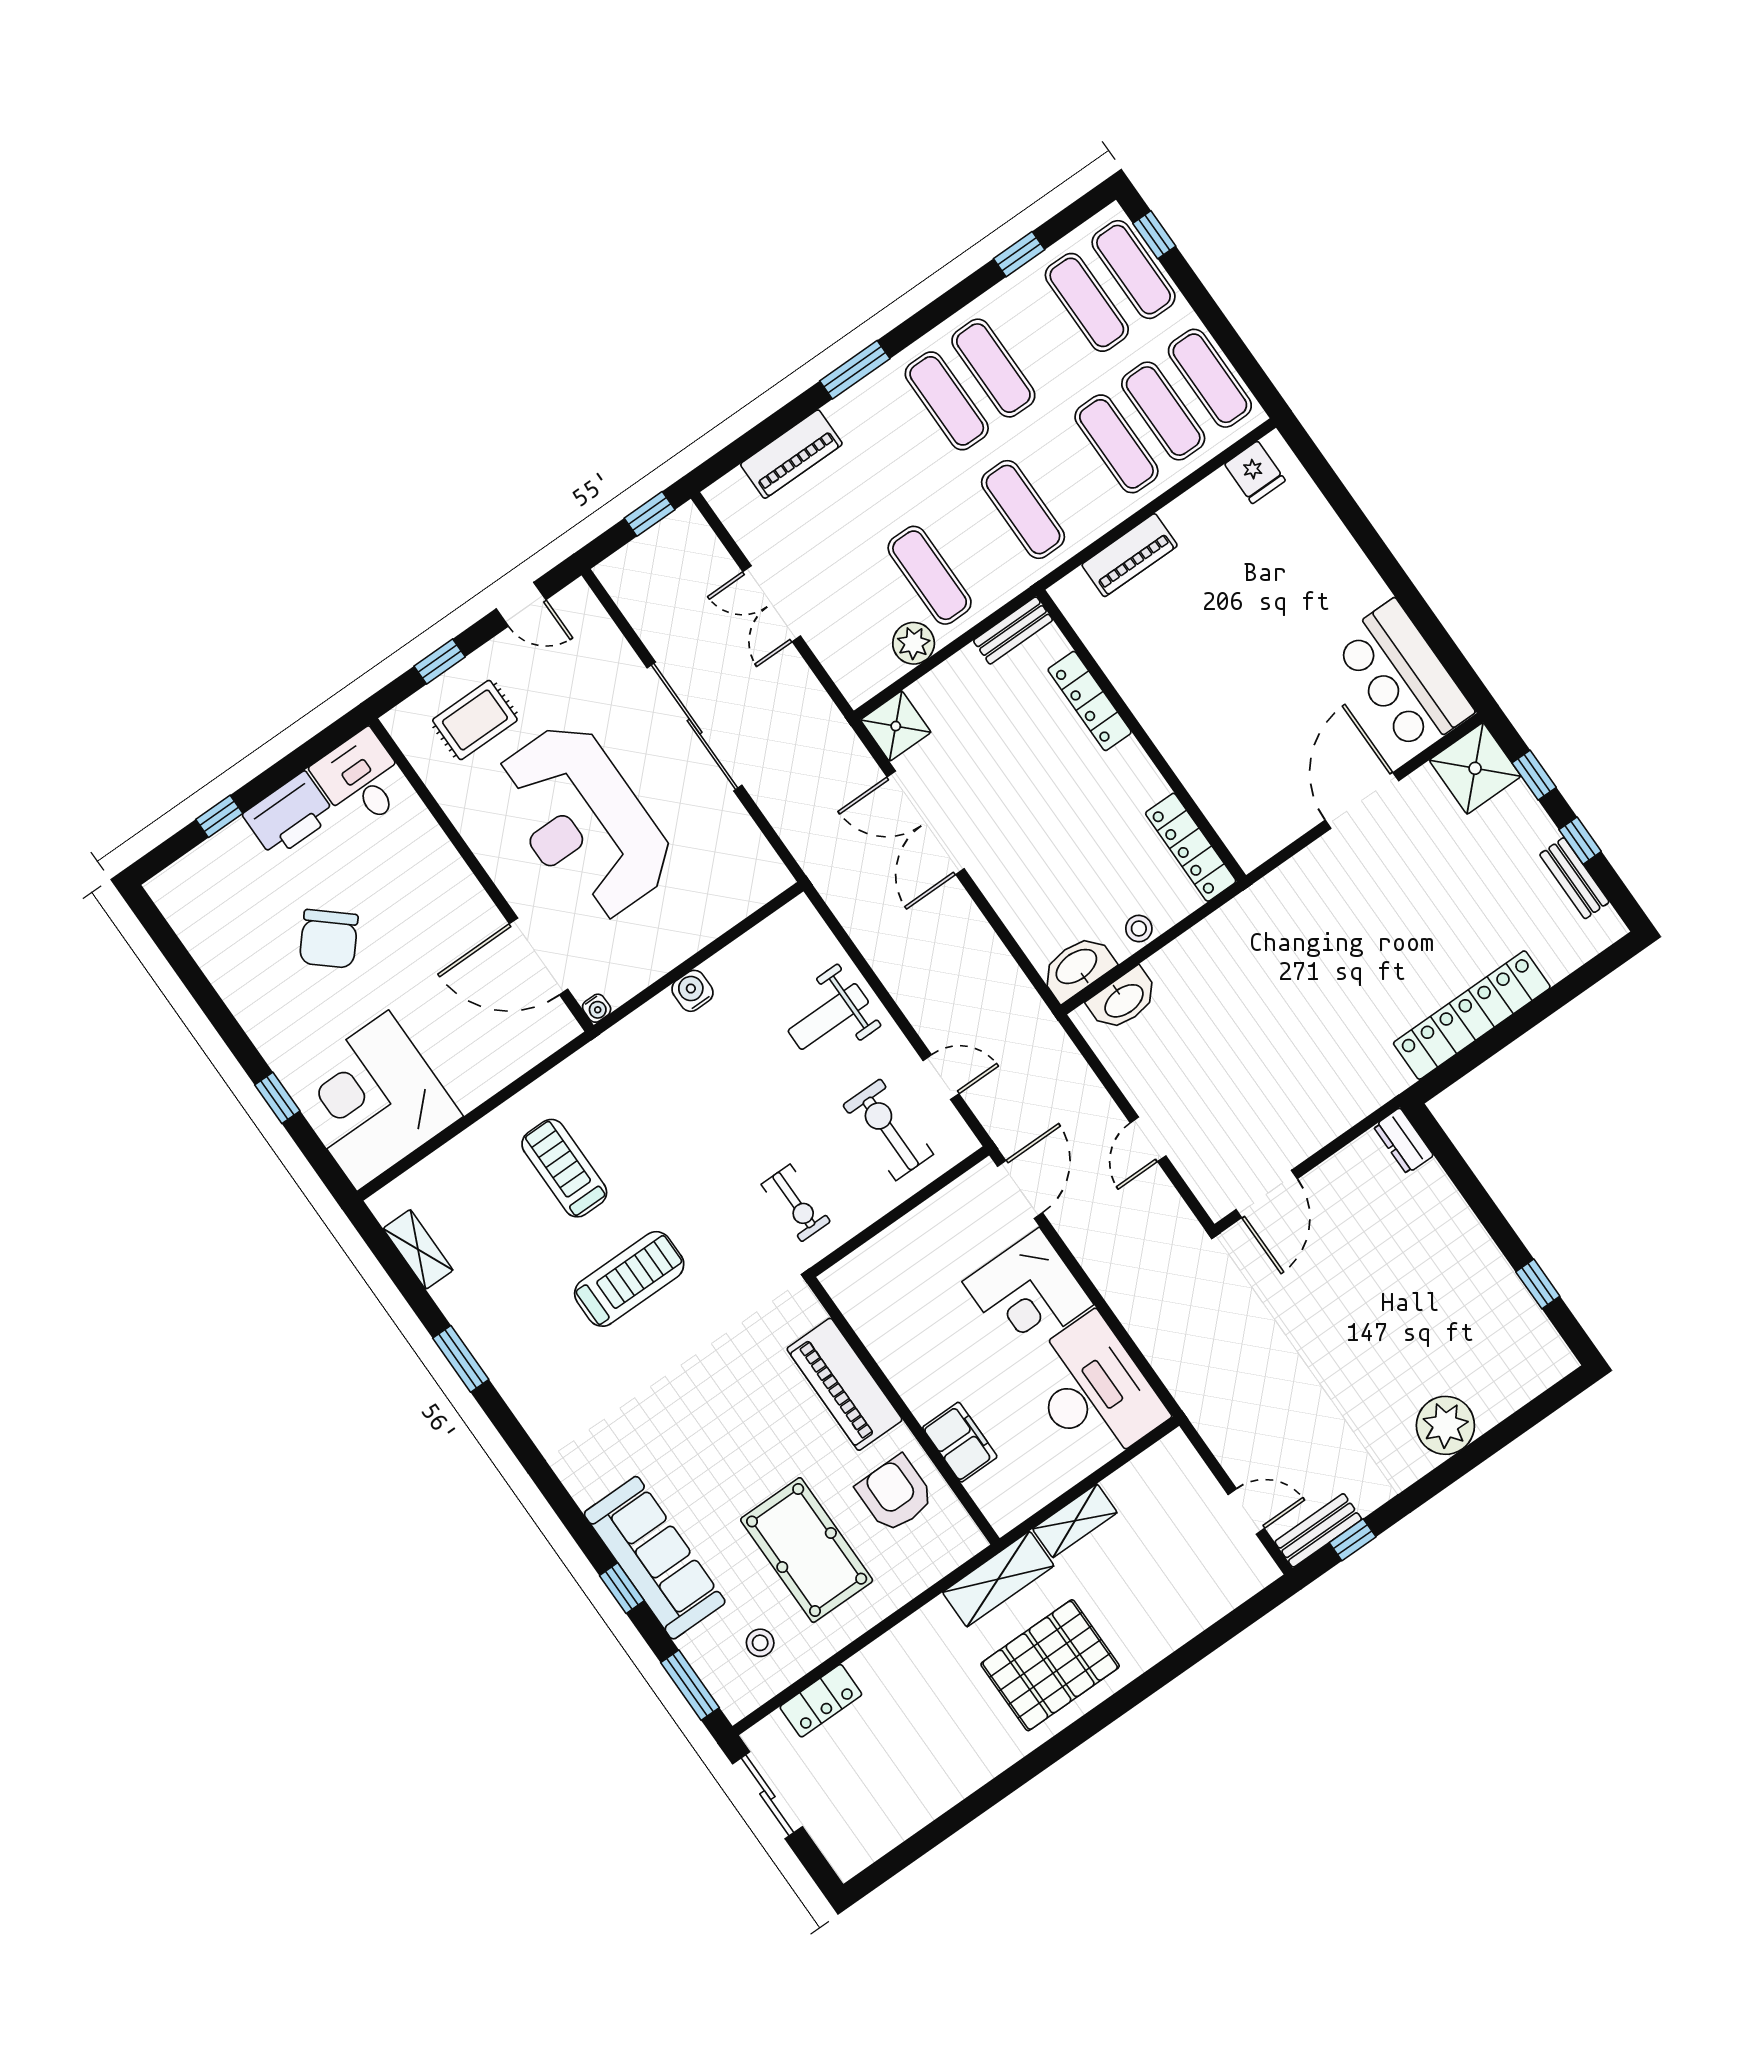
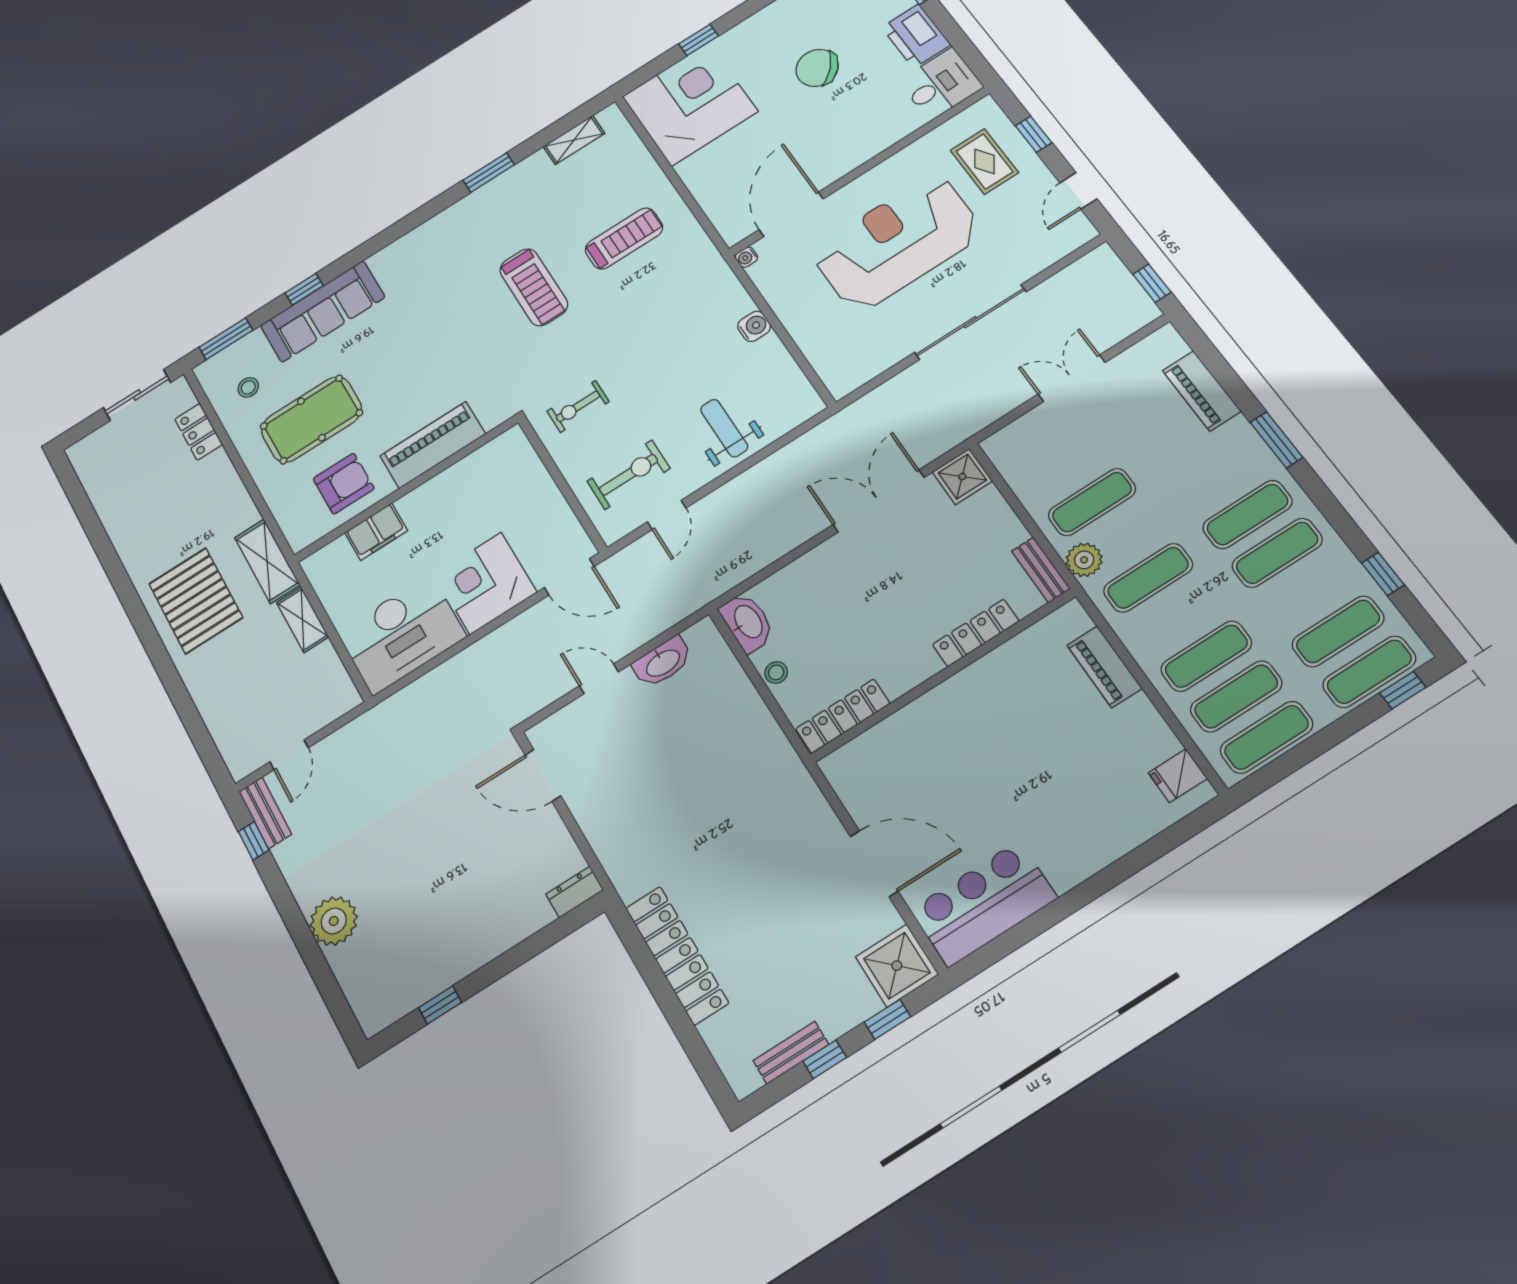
plant: (914, 643) -> (1084, 560), moved
washbasin: (1123, 1000) -> (663, 662), moved, turned -90

